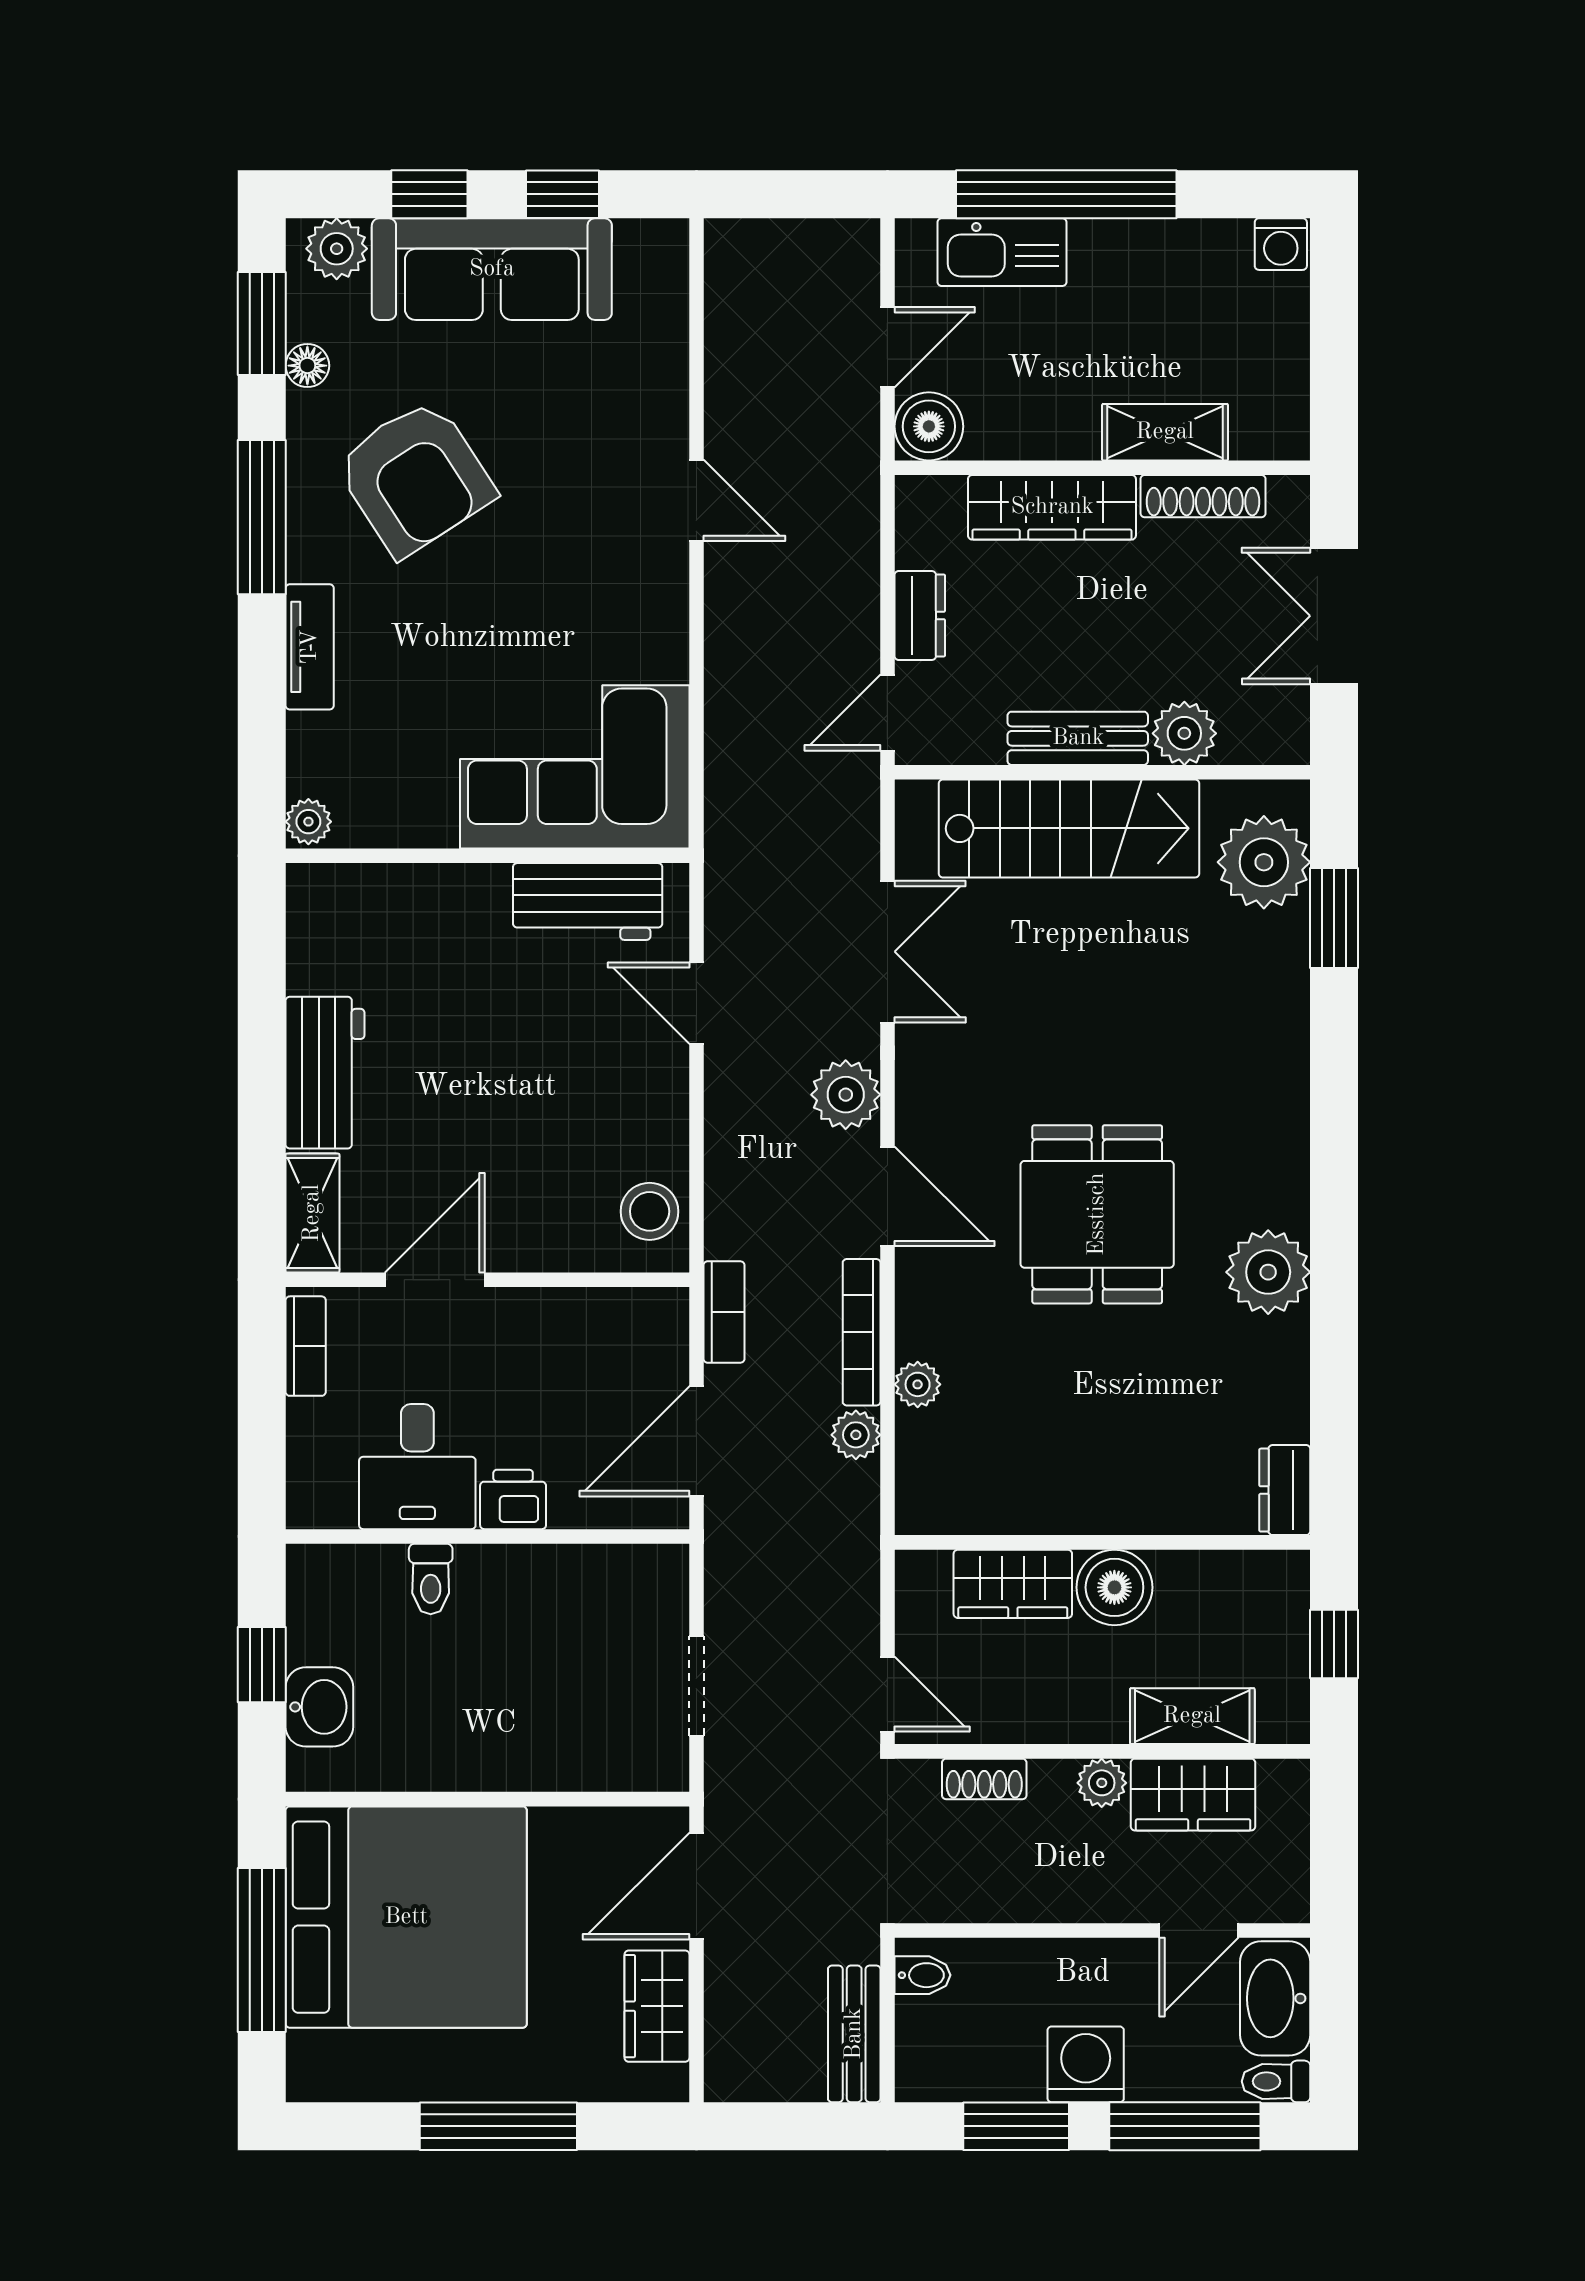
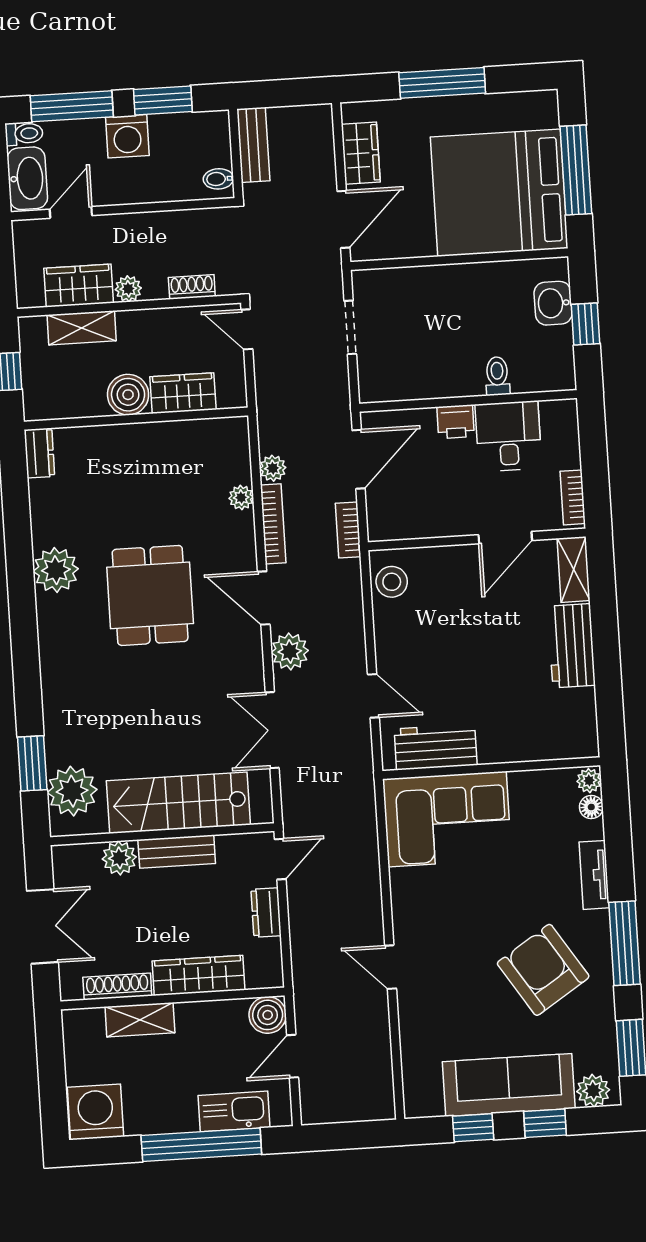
washing machine: (1281, 244) -> (96, 1112), width x1.89, depth x1.89
floor lamp: (307, 366) -> (591, 807), moved

